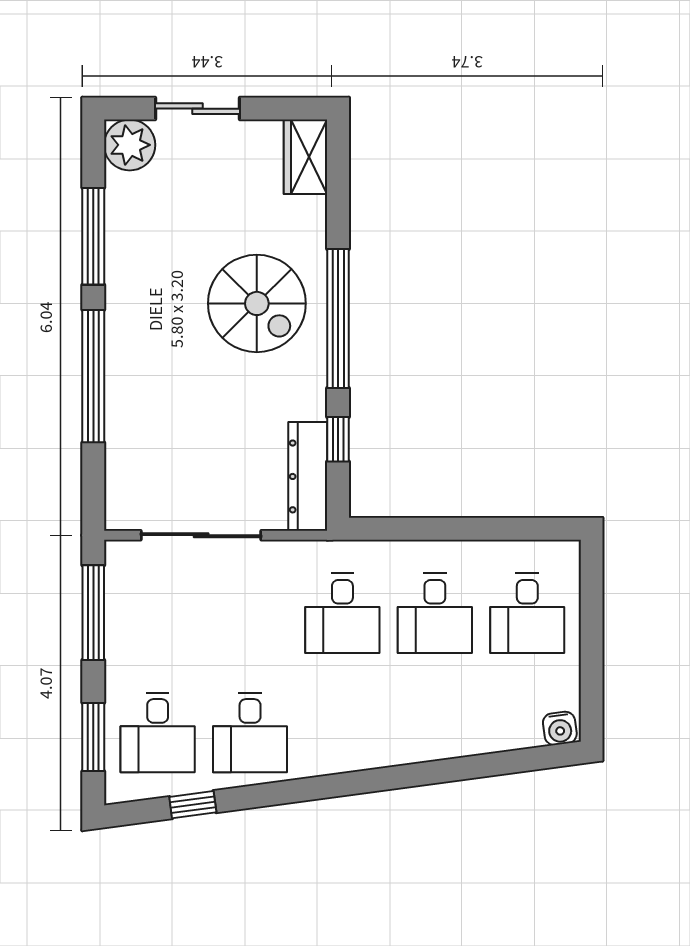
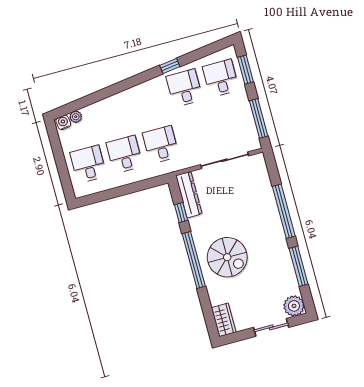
spiral stairs: (257, 303) -> (227, 257), turned 180
plant: (527, 734) -> (76, 117), added
window: (193, 805) -> (170, 66), moved

